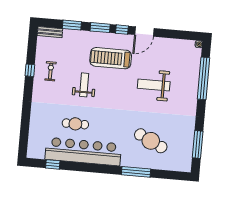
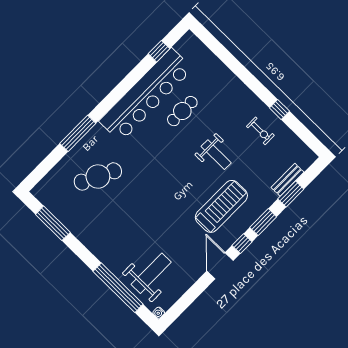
bench: (50, 32) -> (287, 180), moved
weight bench: (154, 85) -> (151, 273), moved

